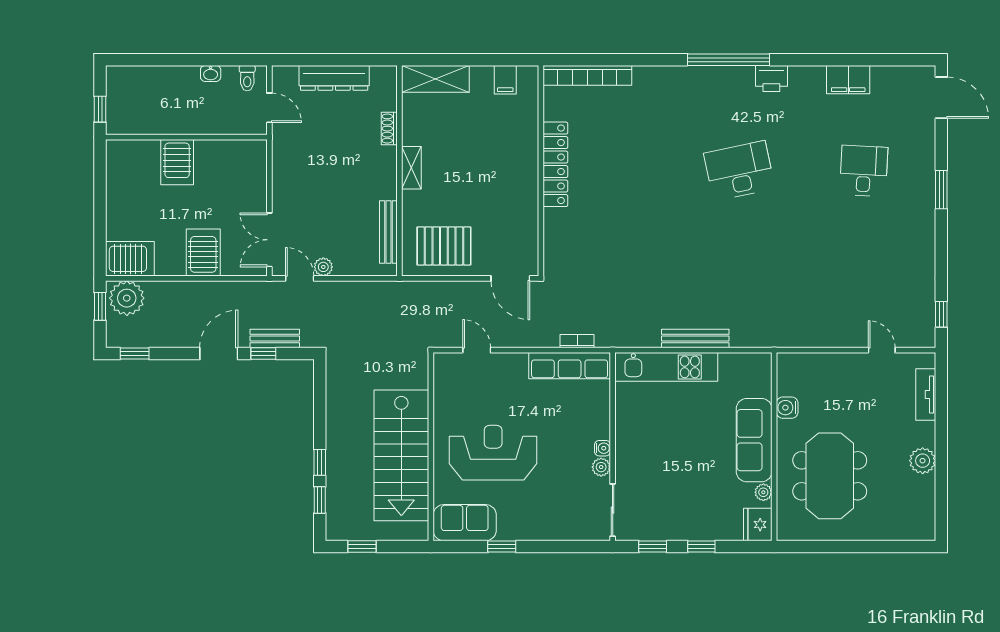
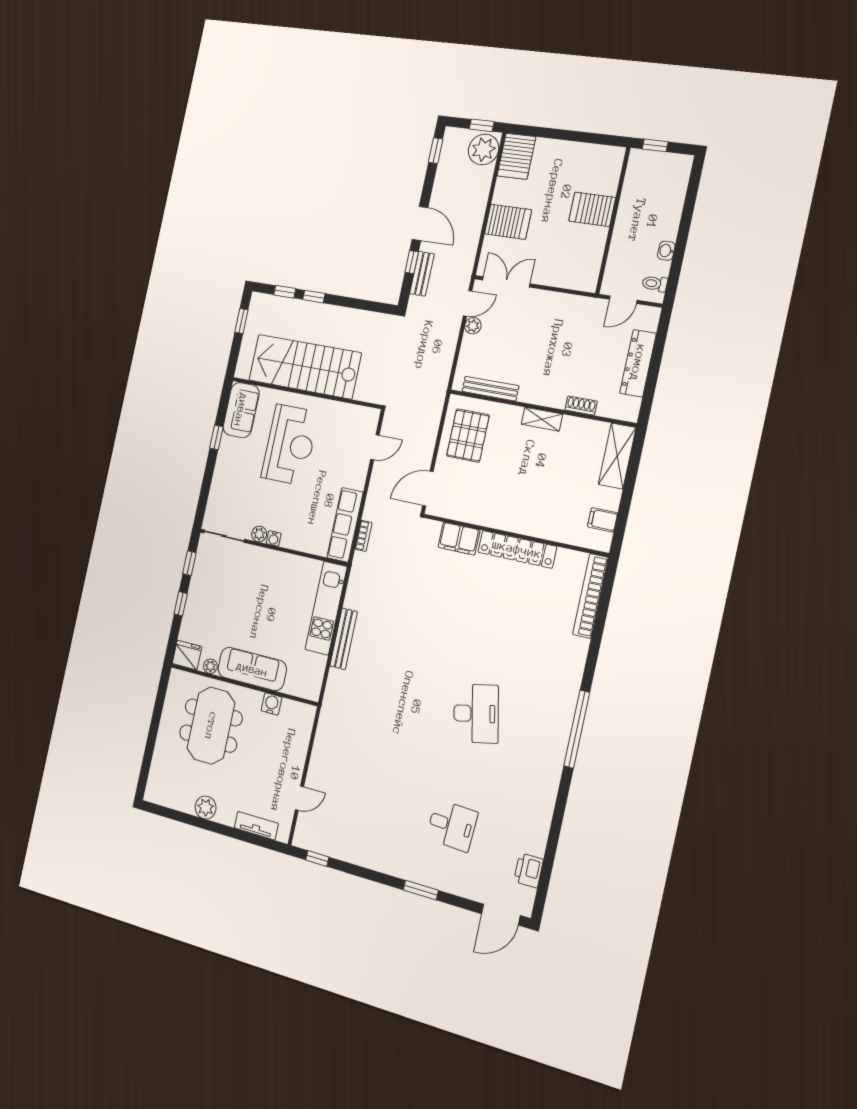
printer: (771, 78) -> (529, 870), moved
filing cabinet: (848, 80) -> (459, 539), moved, turned -90
meeting table: (830, 476) -> (211, 726), turned 90

